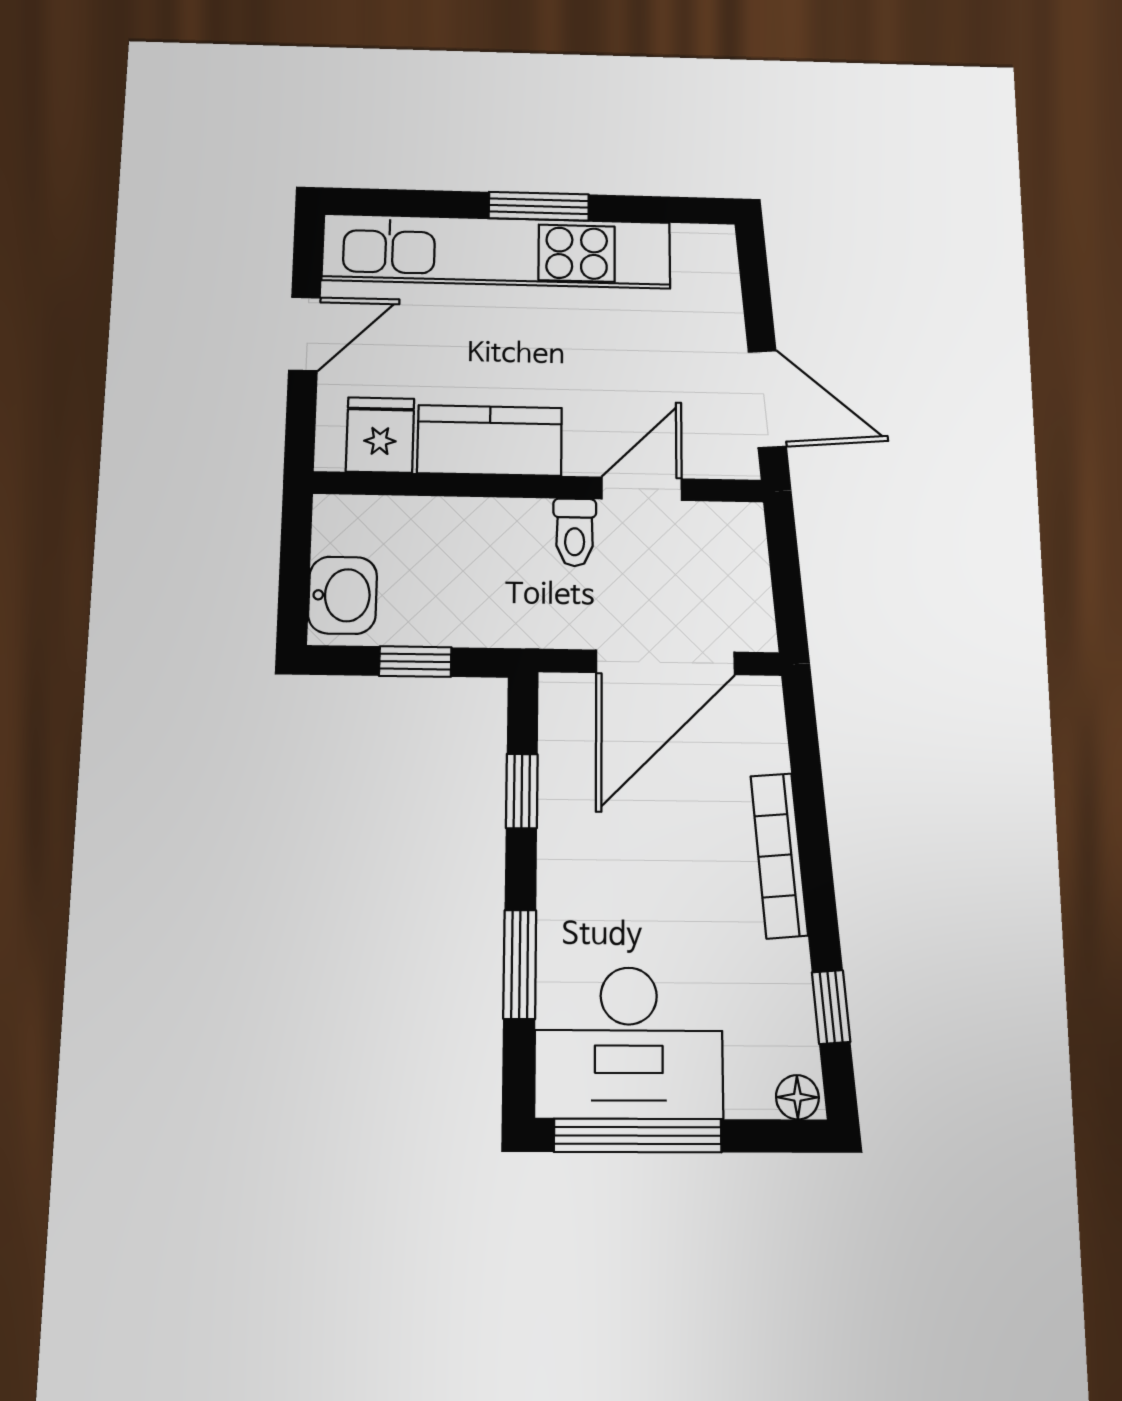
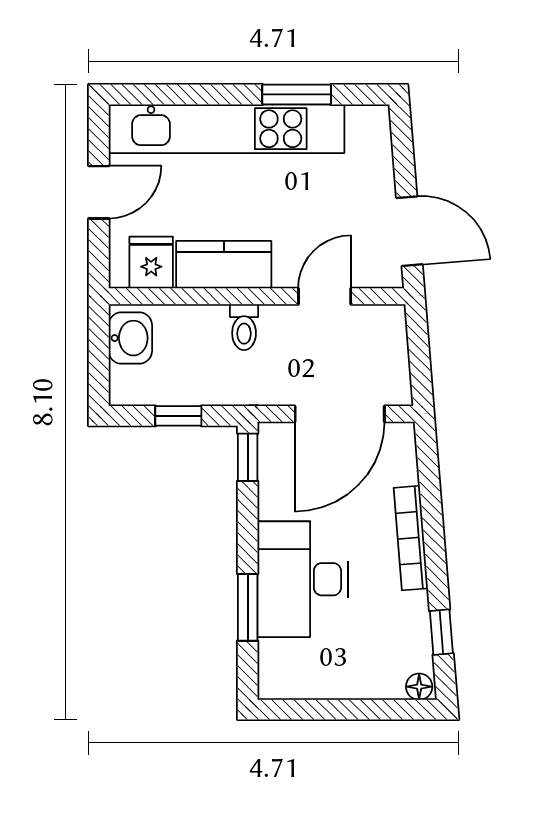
window: (539, 206) -> (297, 94), moved
toilet: (575, 532) -> (244, 327), moved
washbasin: (343, 595) -> (130, 338), moved
window: (522, 791) -> (248, 457), moved
desk: (629, 1043) -> (303, 579), moved, turned 90
window: (638, 1136) -> (321, 710), removed

